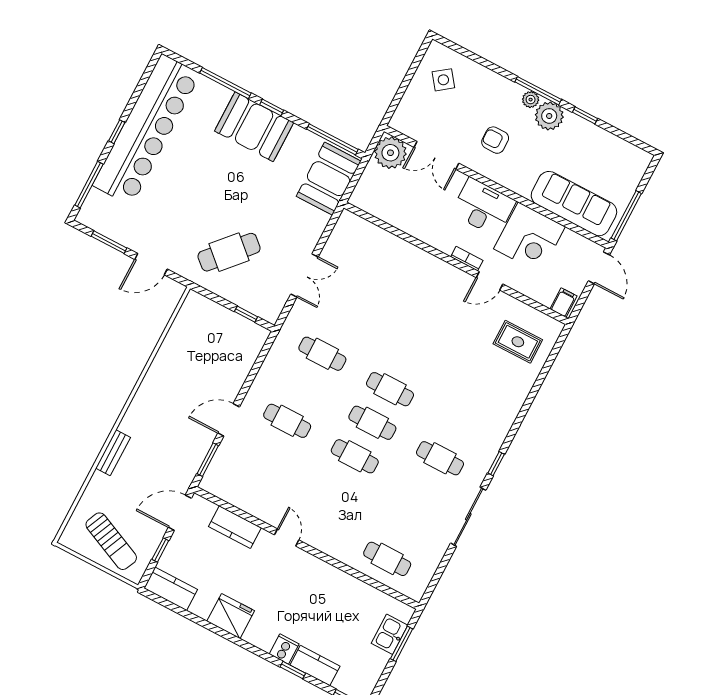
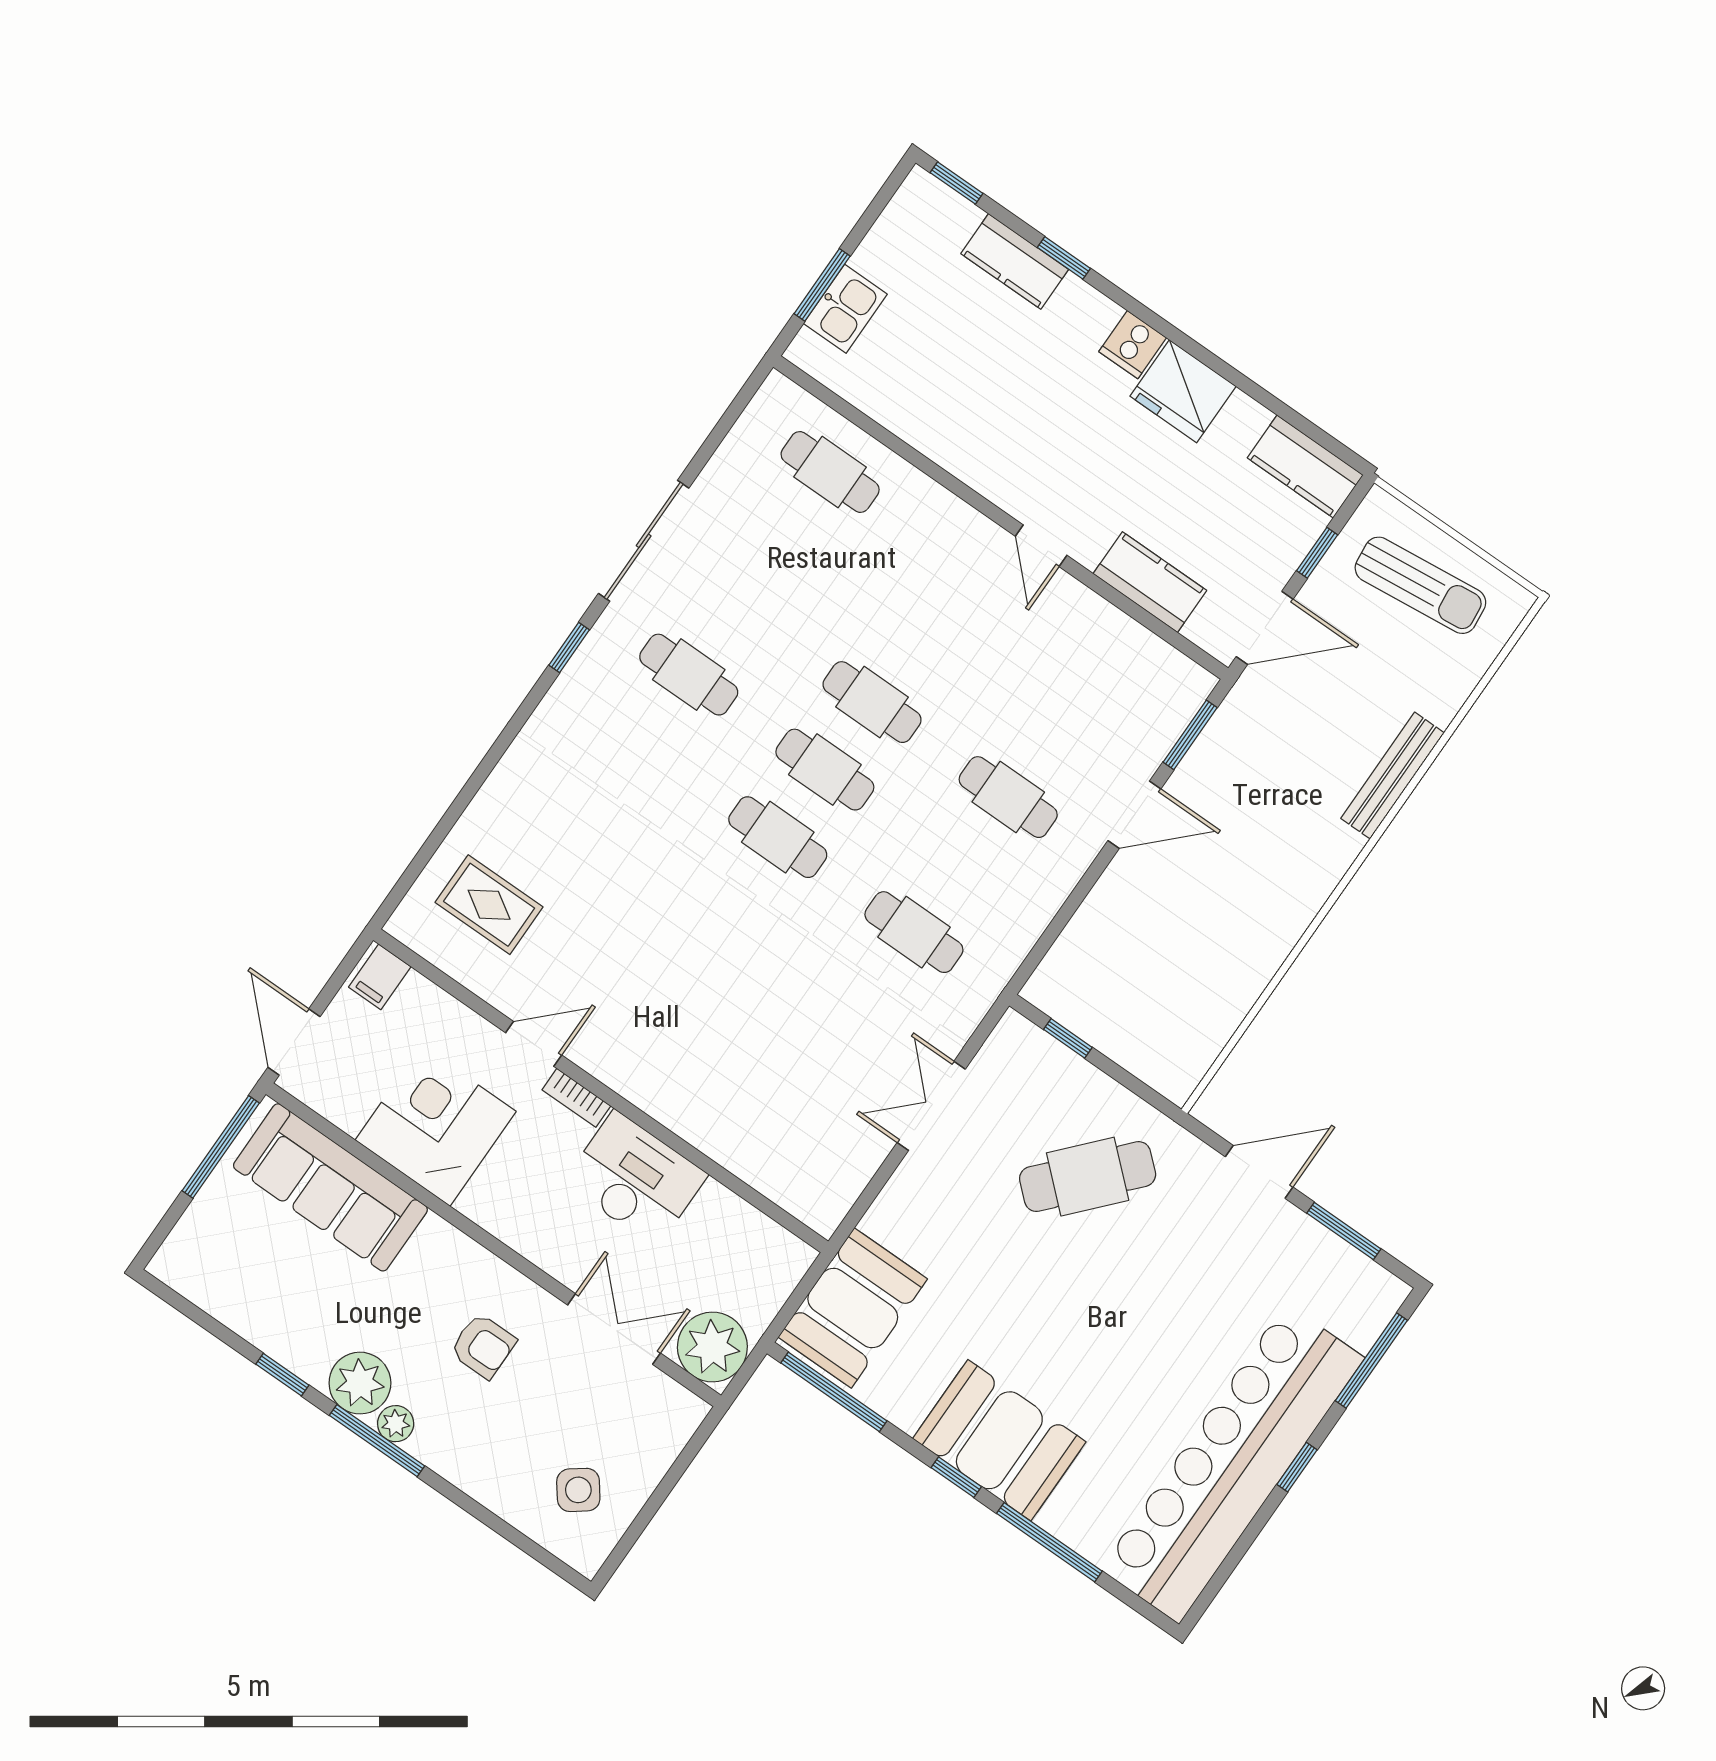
desk: (483, 207) -> (635, 1179), moved, turned 180
bench: (113, 453) -> (1392, 776), width x1.36
sun lounger: (111, 541) -> (1420, 585), turned 150
cooker: (284, 649) -> (1133, 345), moved

